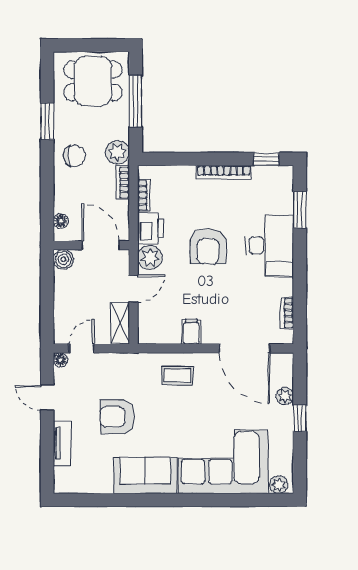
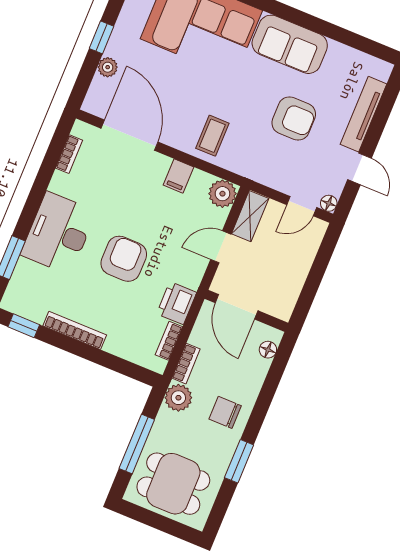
plant: (150, 258) -> (222, 194), moved
boiler: (63, 259) -> (282, 308), removed
coffee table: (177, 376) -> (212, 136), turned 90
tv unit: (62, 443) -> (363, 114), width x1.41

